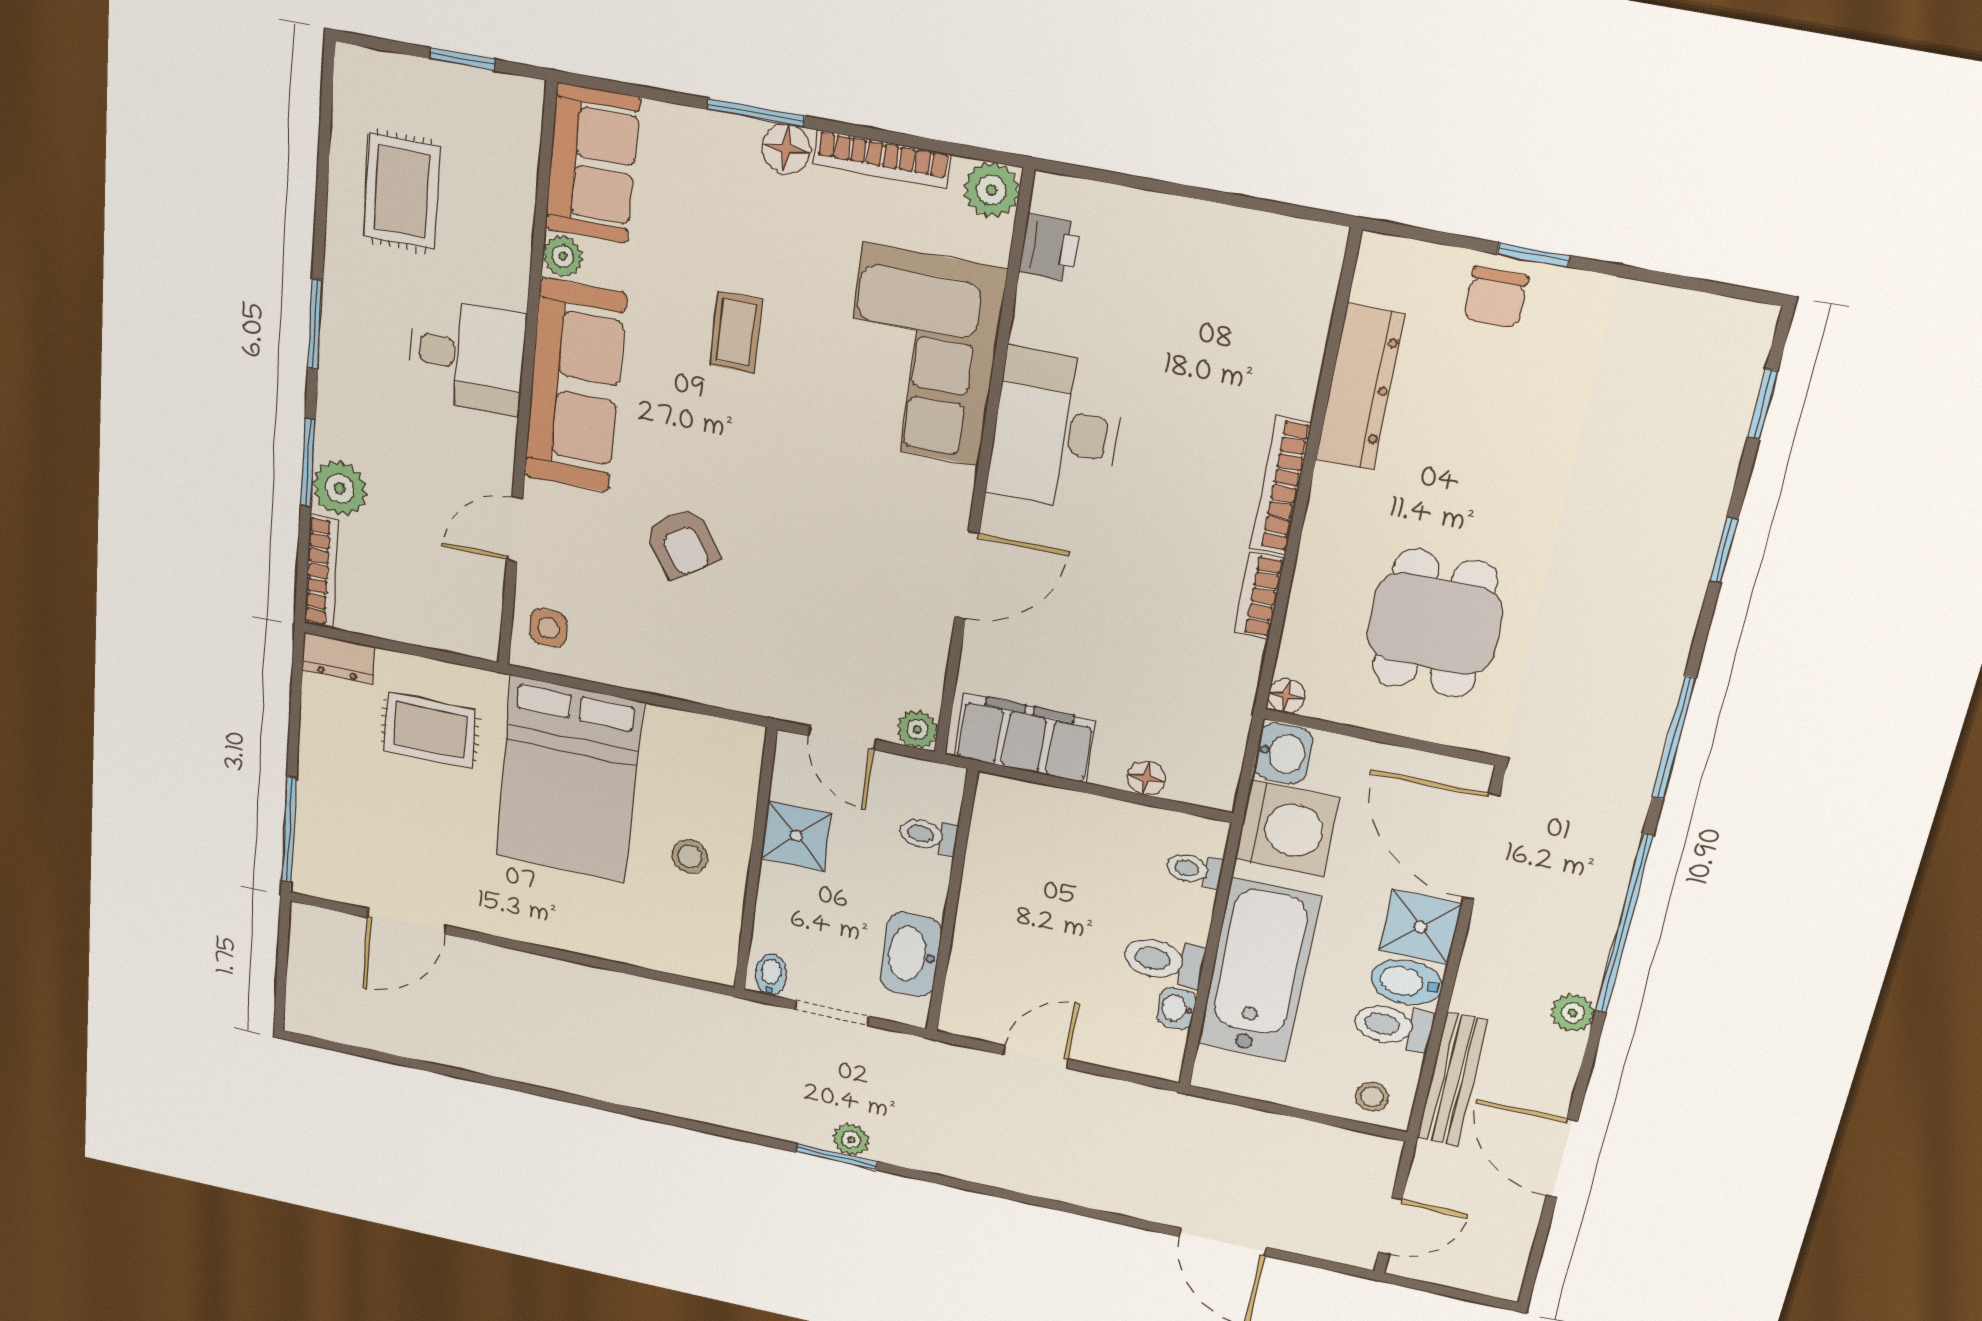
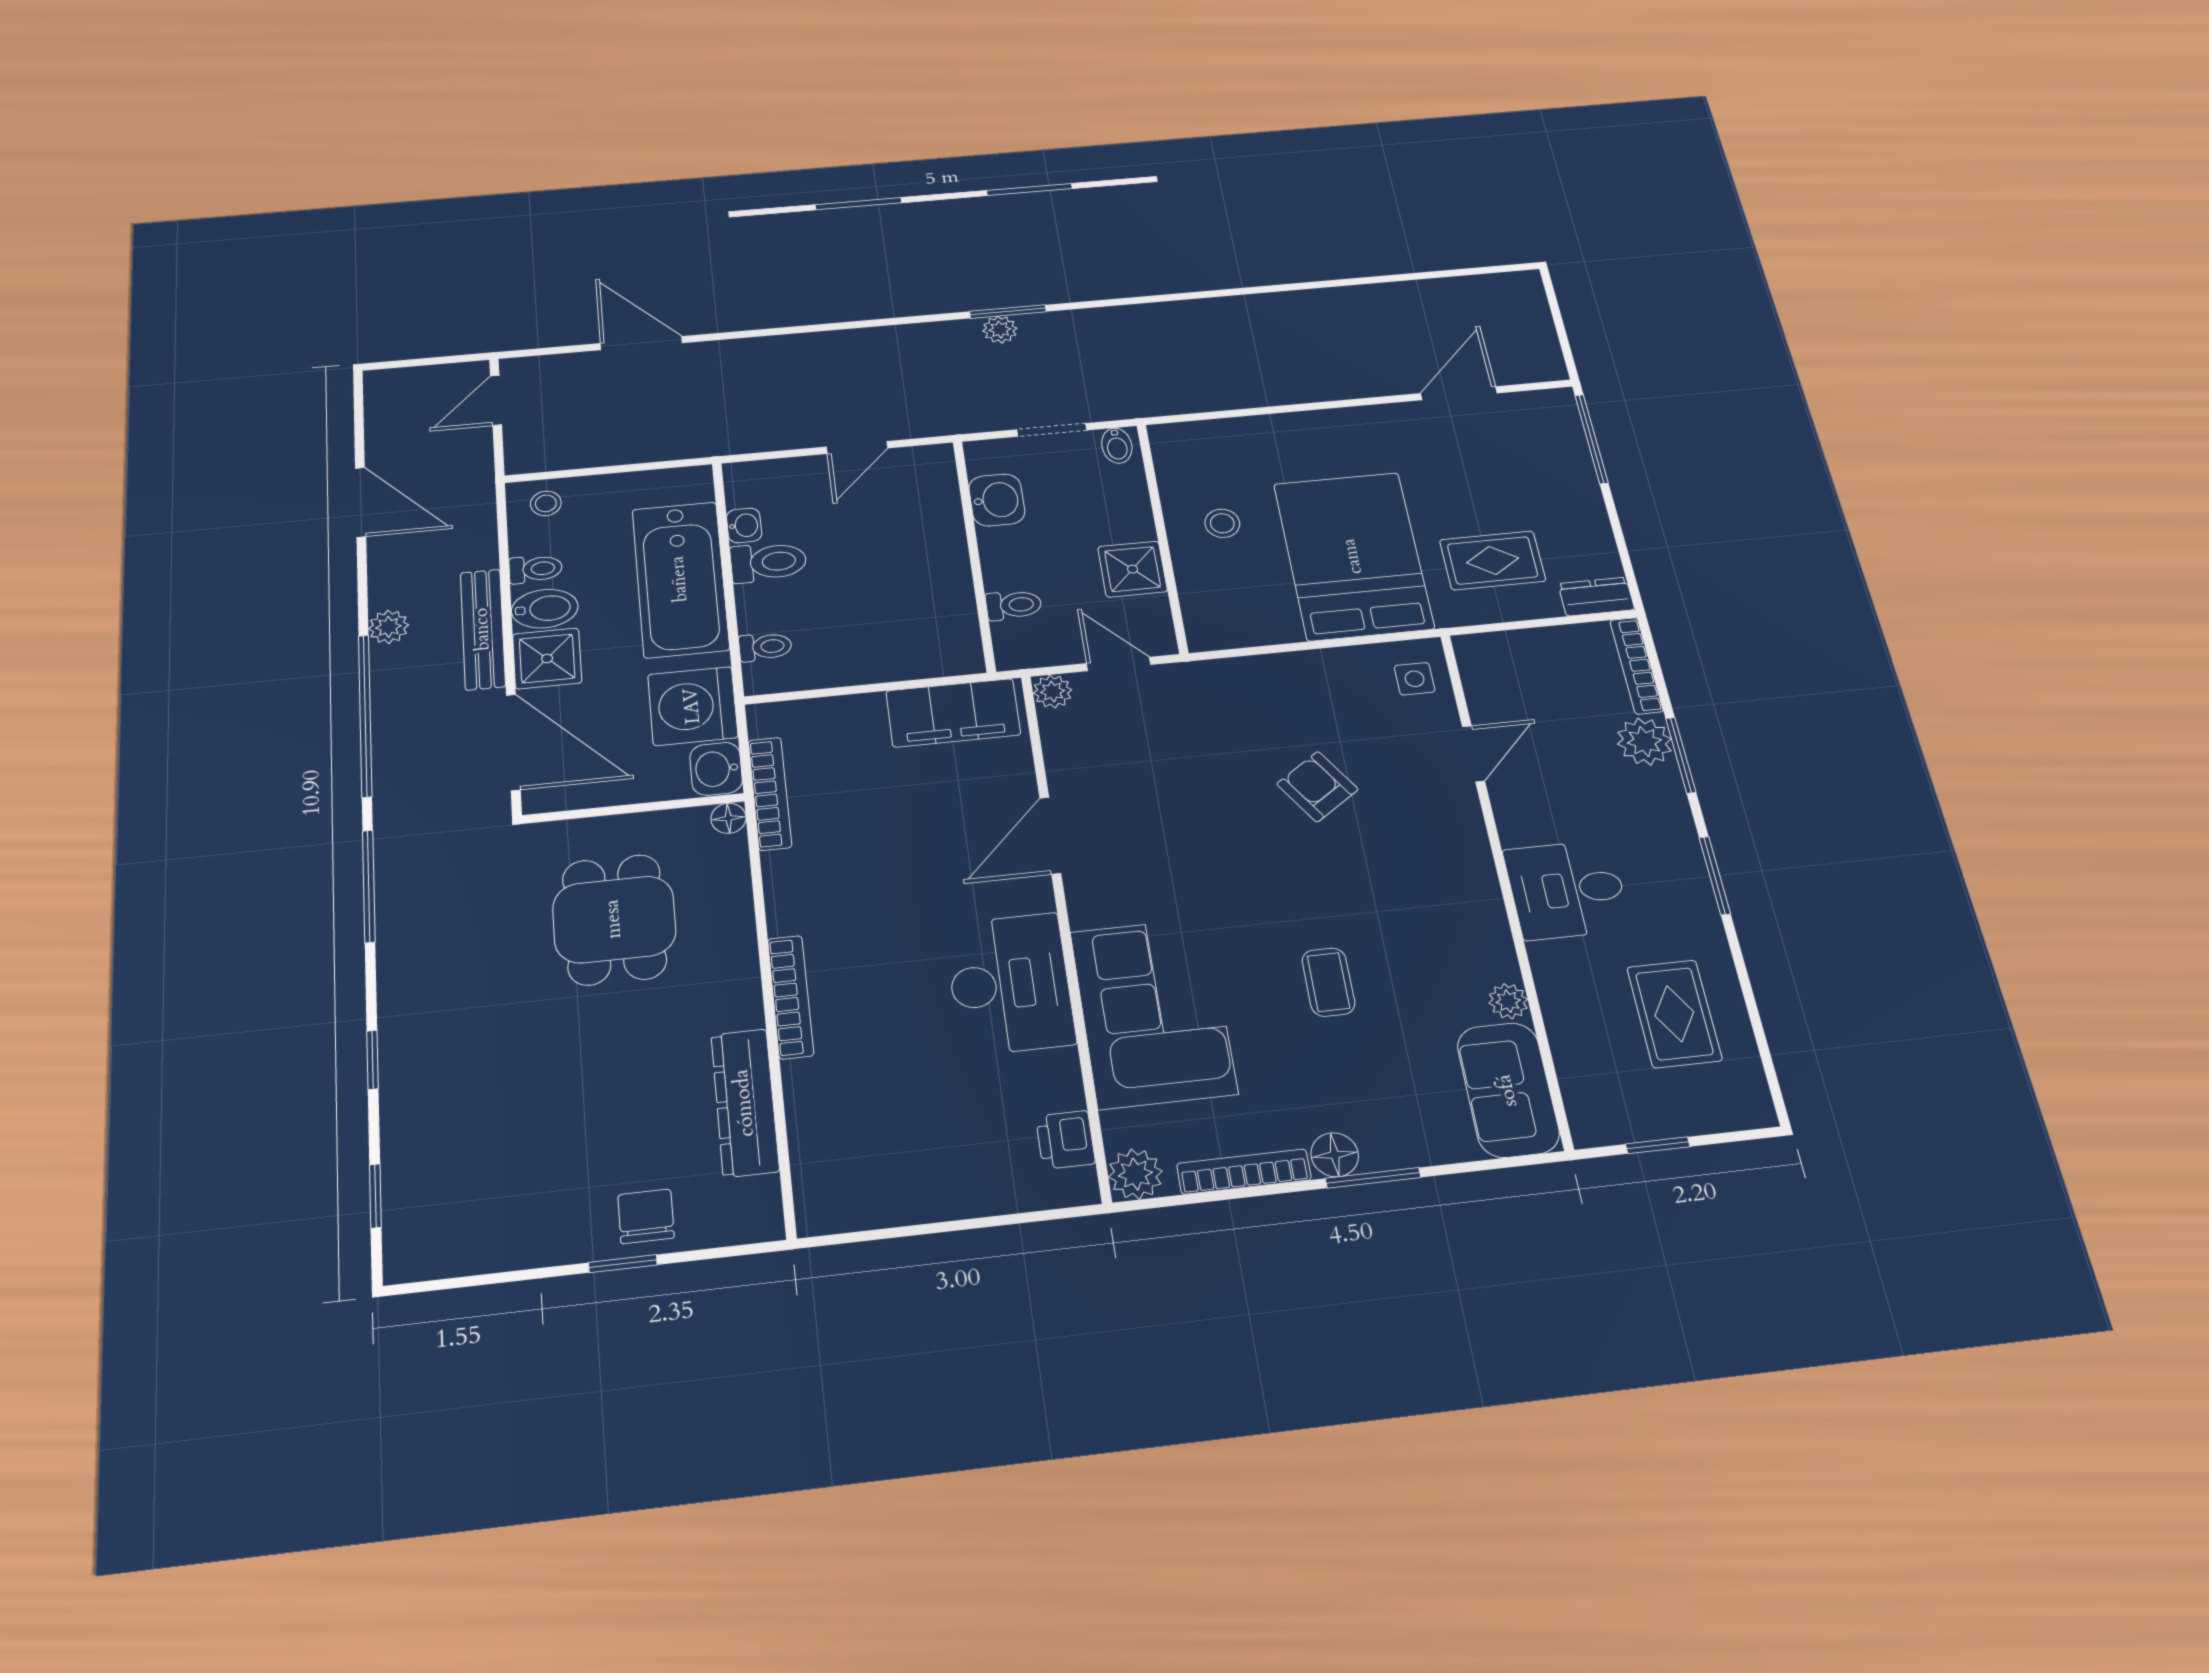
sofa: (575, 386) -> (1460, 893), removed
bookcase: (1259, 596) -> (770, 793), moved, width x1.56
floor lamp: (1146, 778) -> (833, 711), removed
washbasin: (911, 954) -> (997, 500), width x0.72
toilet: (1393, 1026) -> (536, 569), width x0.73, depth x0.72
bench: (1452, 1079) -> (483, 629), moved

